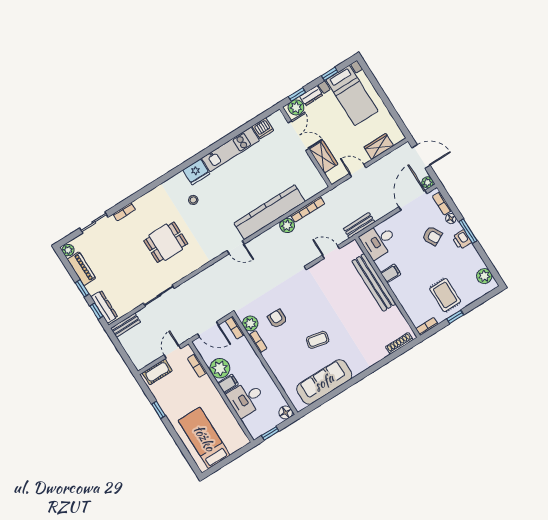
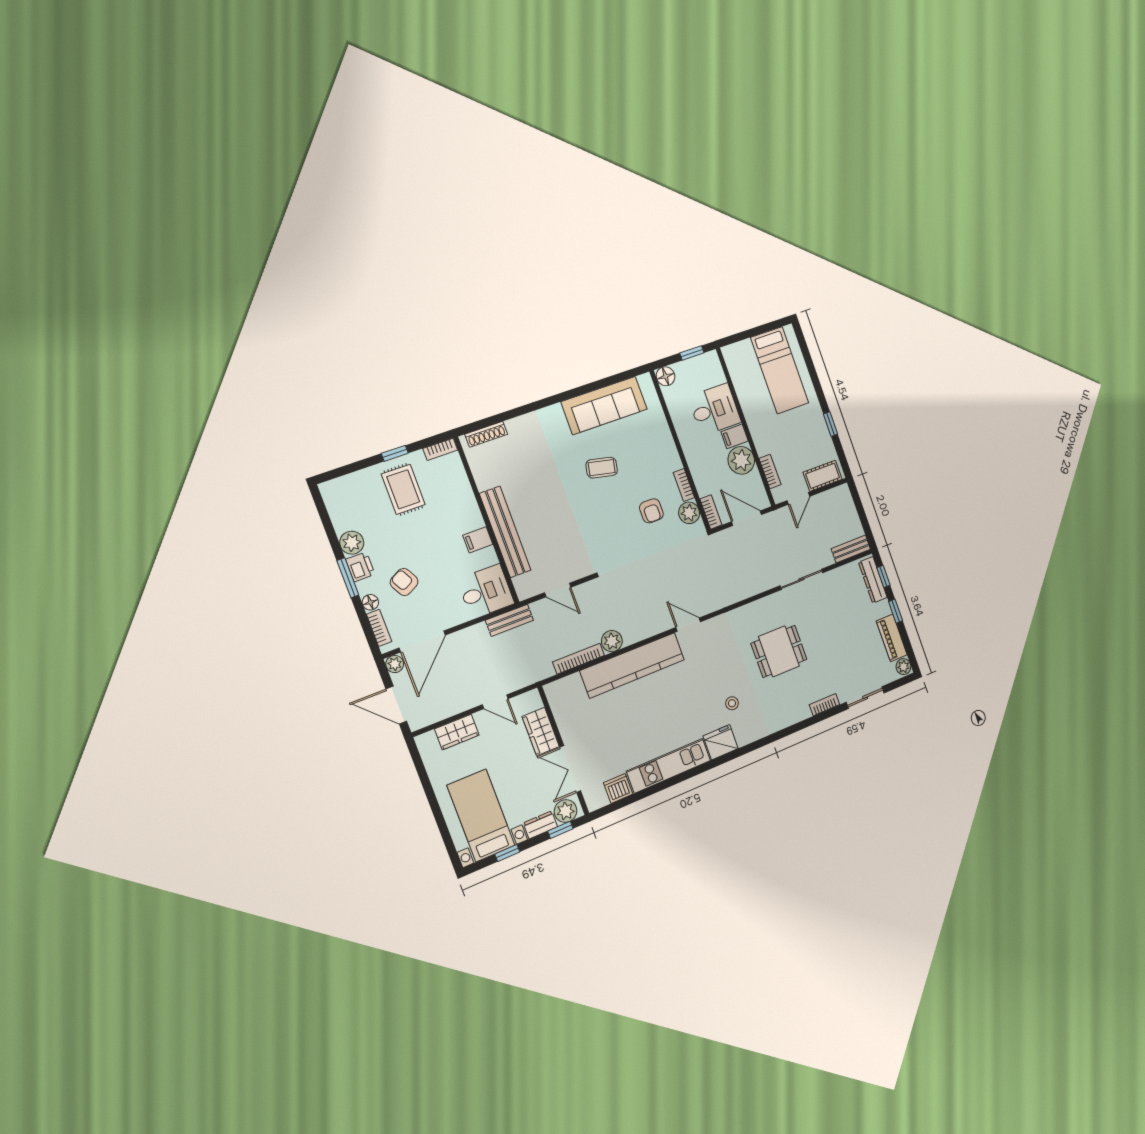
plant: (484, 276) -> (352, 543), moved

